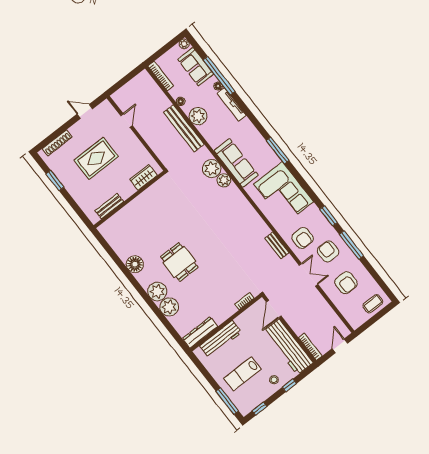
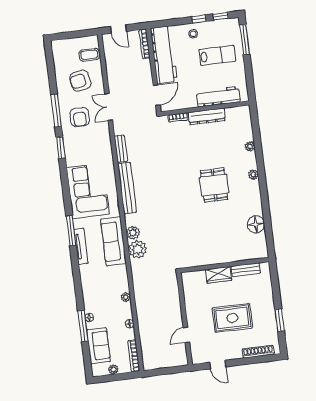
plant: (184, 44) -> (113, 369), moved
window: (219, 76) -> (83, 326), width x0.68
tv unit: (232, 104) -> (81, 246), moved
plant: (198, 116) -> (126, 297), width x0.53, depth x0.53
bench: (184, 128) -> (127, 188), moved
wardrobe: (143, 177) -> (219, 275), moved
armchair: (303, 238) -> (95, 142), removed
floor lamp: (135, 264) -> (256, 224), moved
armchair: (346, 283) -> (80, 81), turned -101
plant: (157, 292) -> (253, 175), width x0.53, depth x0.53
coffee table: (373, 304) -> (89, 55), moved
plant: (169, 307) -> (250, 146), width x0.53, depth x0.53
dresser: (200, 332) -> (207, 116), moved
door: (340, 346) -> (118, 29), hinge flipped
window: (289, 385) -> (199, 19), moved

